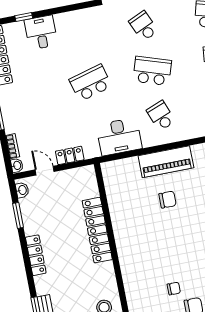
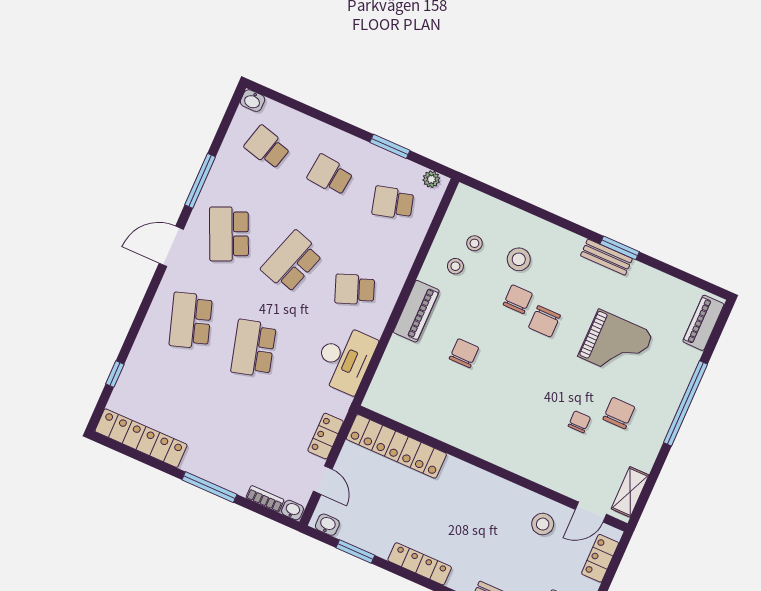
school desk: (143, 26) -> (229, 234), width x1.85
desk: (41, 32) -> (149, 366), removed
school desk: (82, 38) -> (191, 321), added
piano: (166, 162) -> (416, 311), width x0.73, depth x0.75
door: (45, 171) -> (323, 480), swing flipped
locker: (97, 230) -> (396, 446), moved

